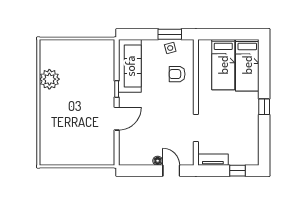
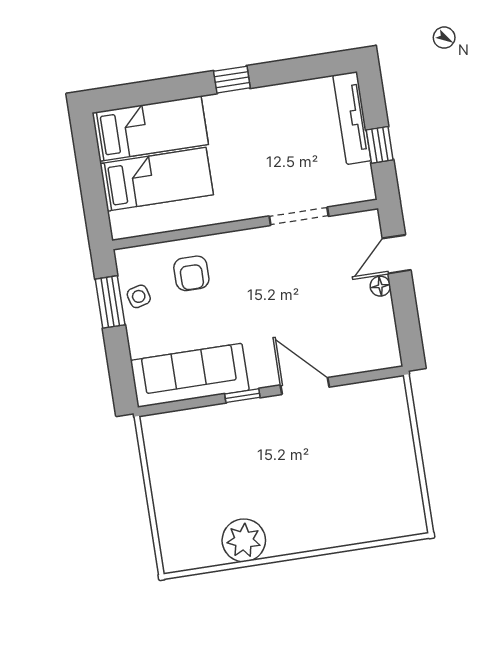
tv unit: (213, 160) -> (352, 118), moved, width x1.41
window: (237, 171) -> (380, 145), moved

